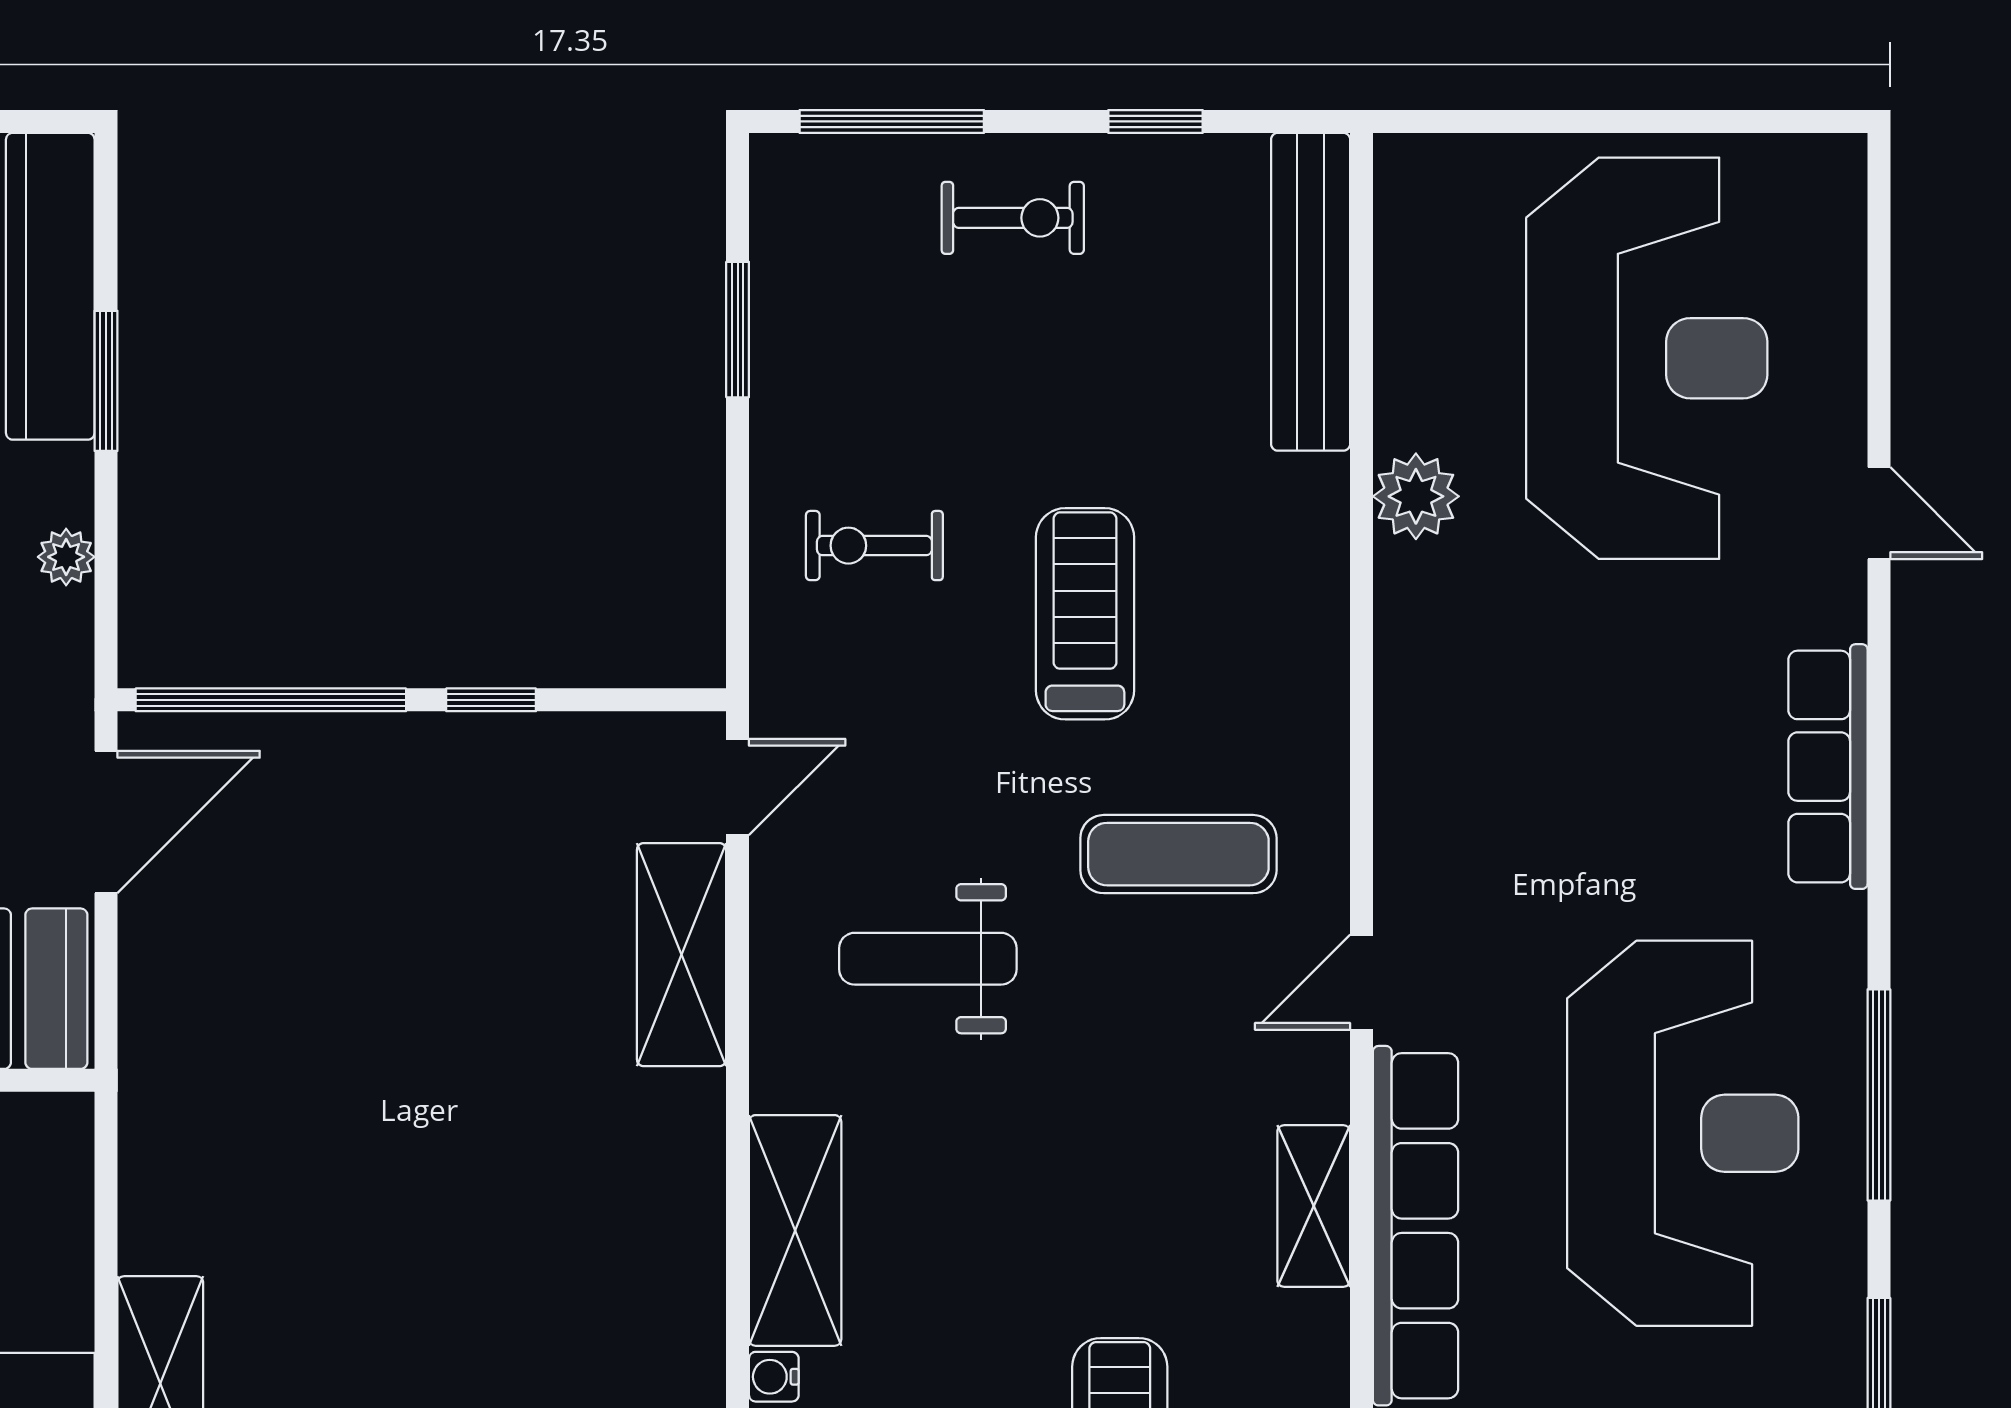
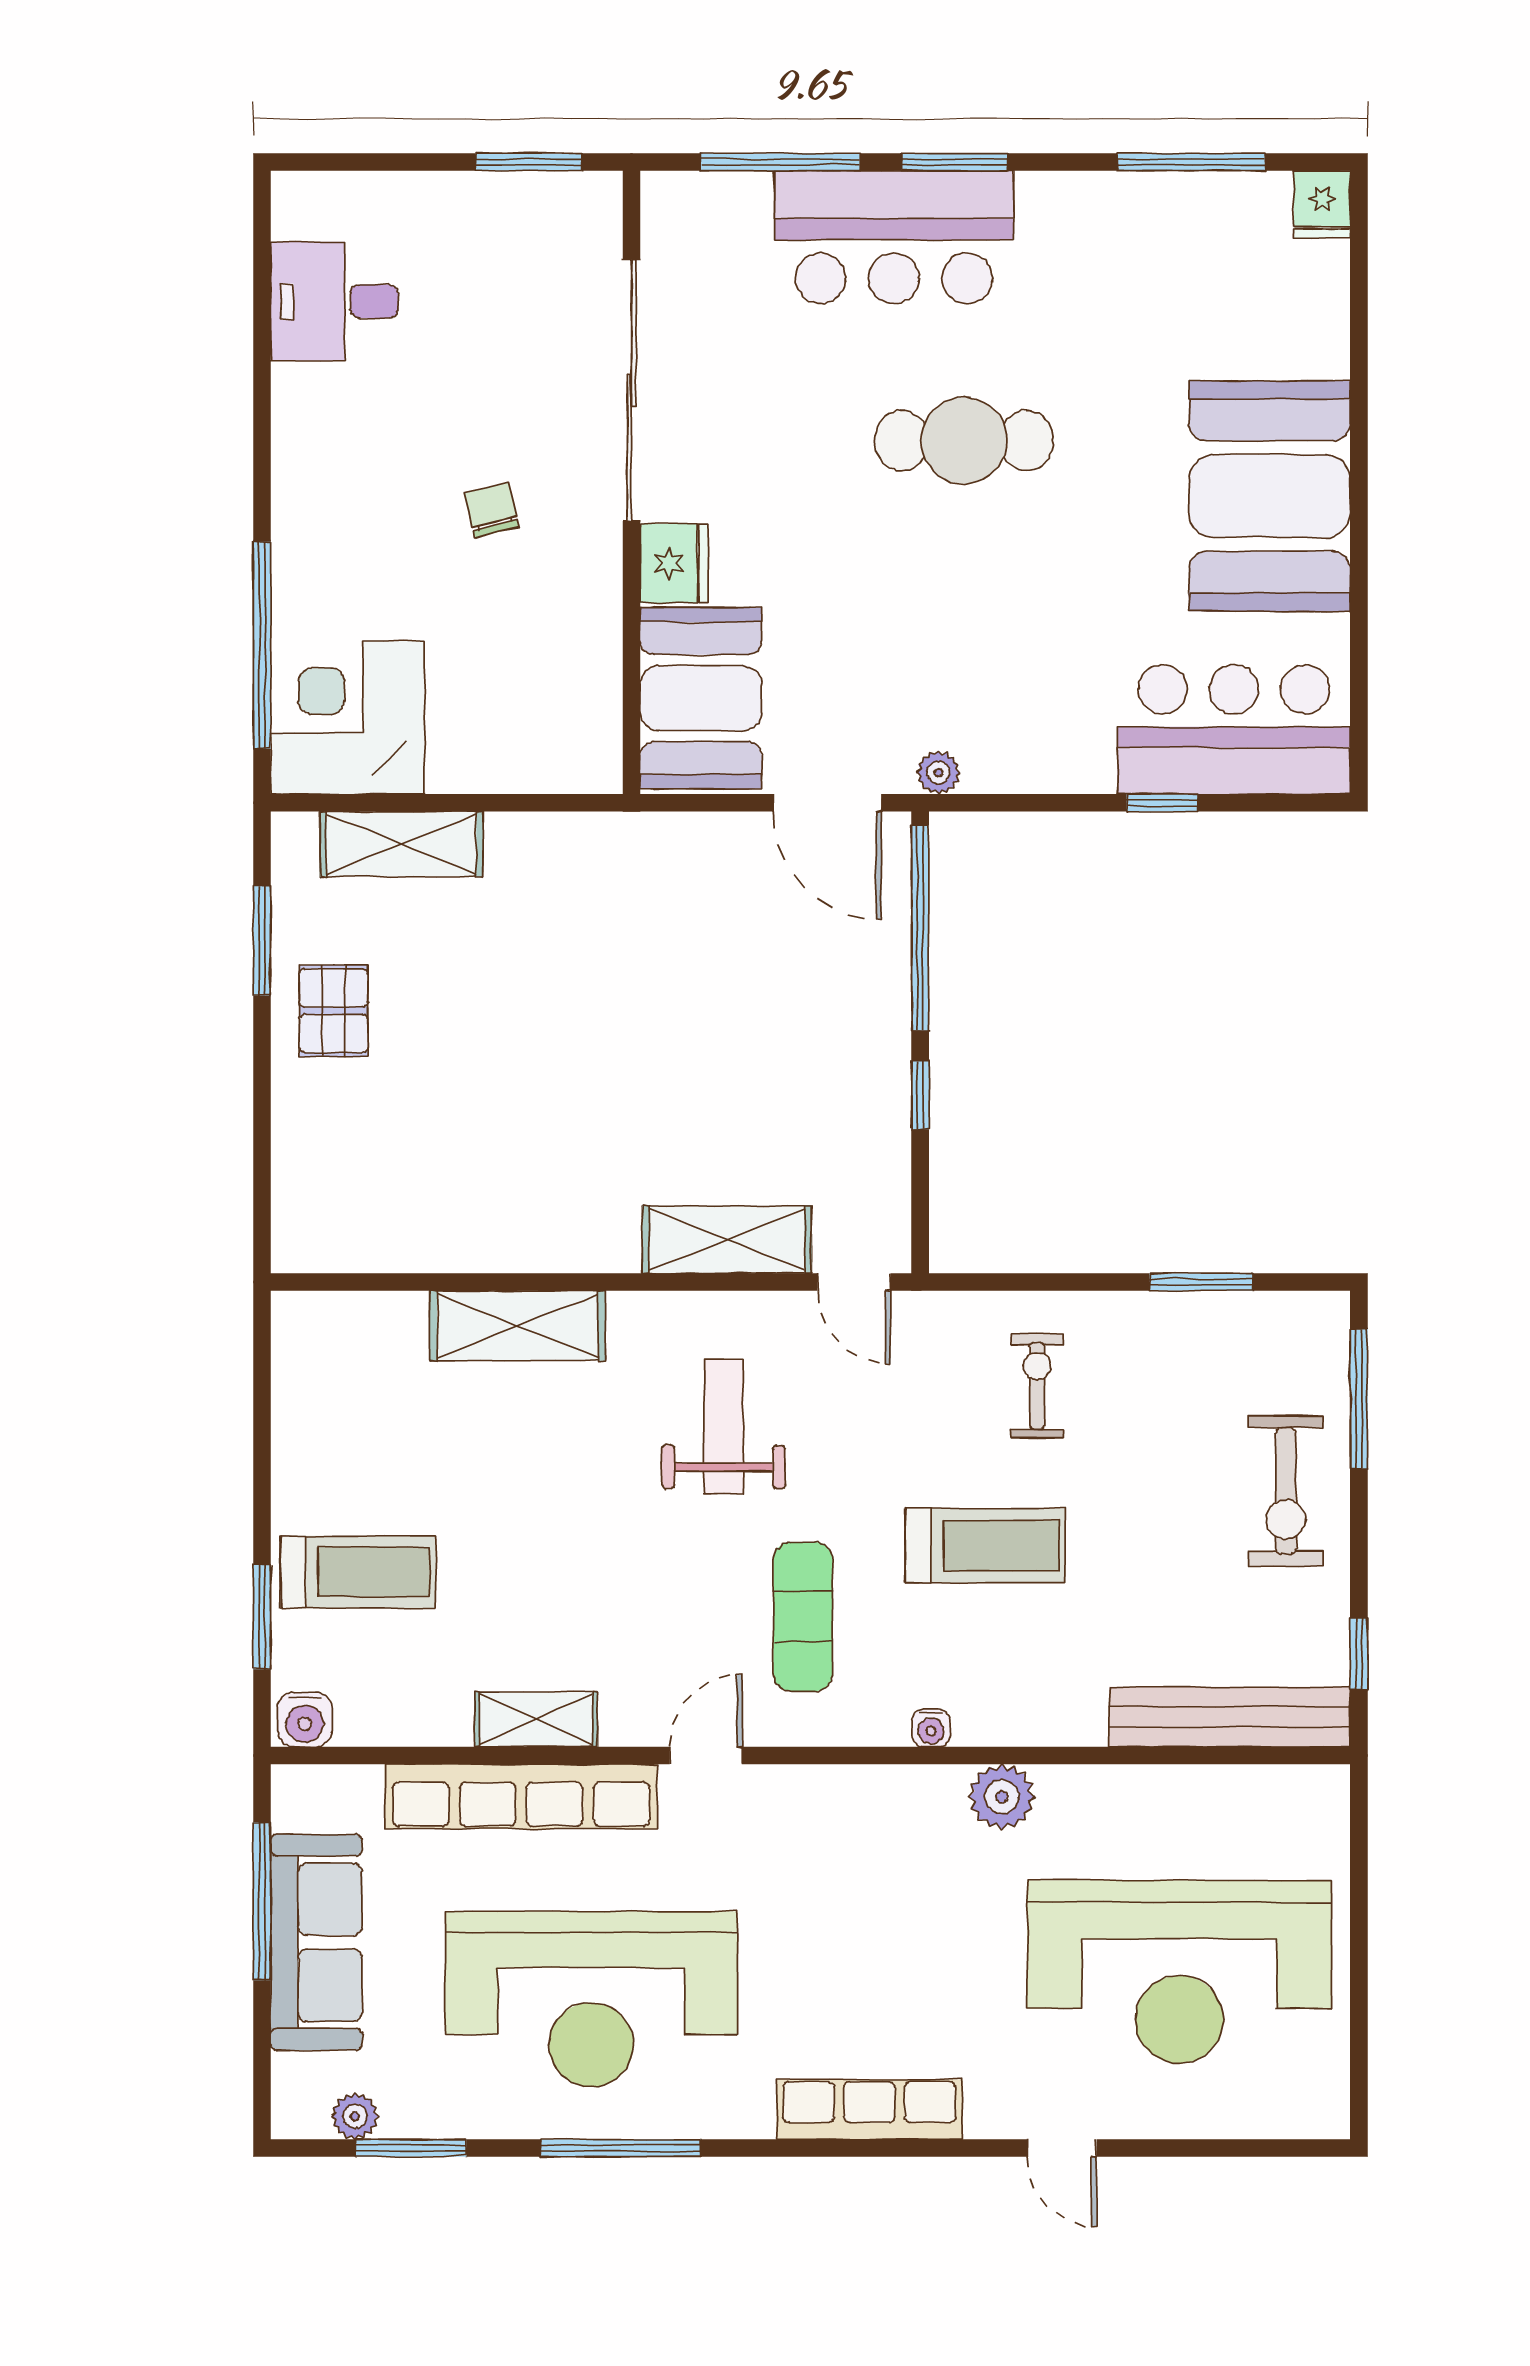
window: (1155, 121) -> (1359, 1654), moved
exercise bike: (1013, 218) -> (1286, 1491), width x1.38, depth x1.39
window: (106, 381) -> (1162, 803), width x0.67
plant: (1416, 496) -> (1002, 1797), moved
door: (1879, 513) -> (1062, 2148), hinge flipped
plant: (66, 557) -> (938, 773), moved
door: (1362, 982) -> (706, 1755), hinge flipped
water cooler: (774, 1377) -> (931, 1728), moved, turned 180

